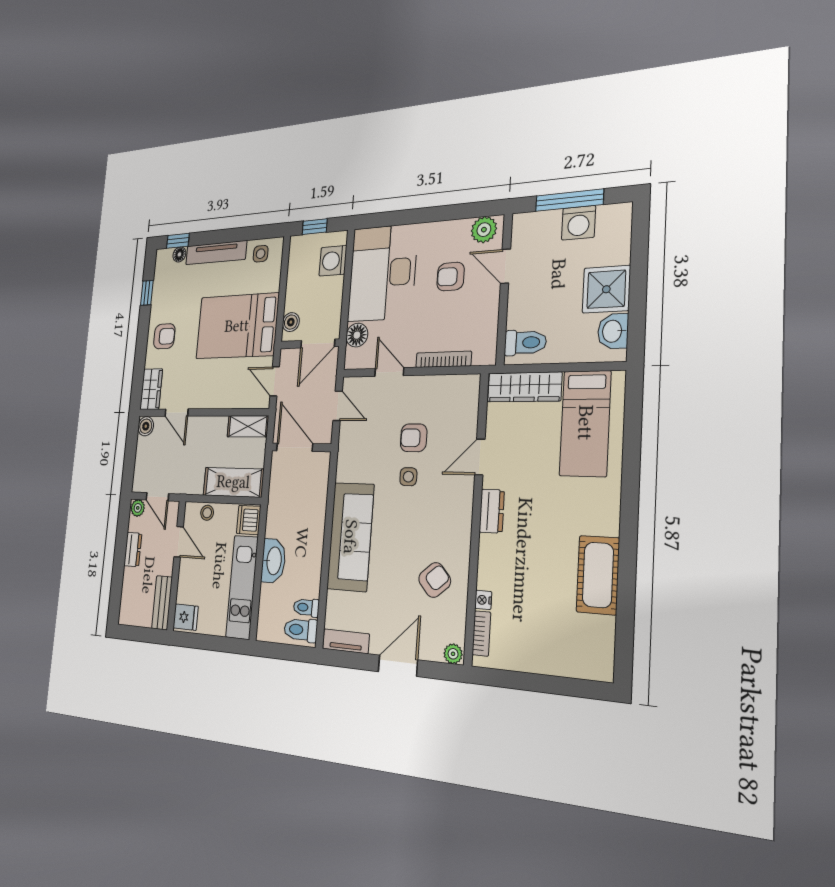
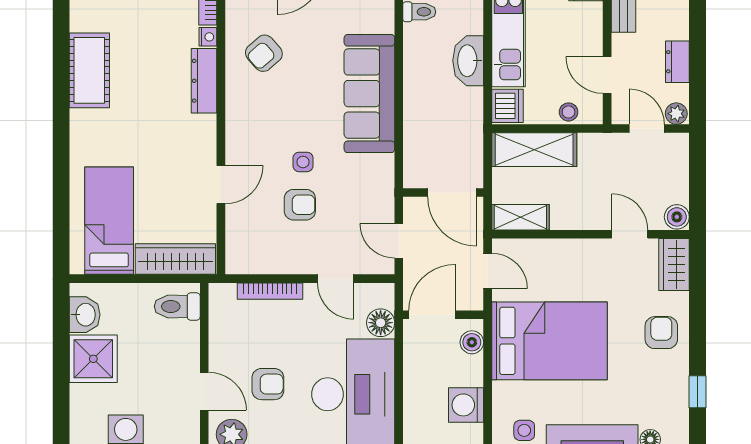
washing machine: (333, 261) -> (466, 405), moved, turned 180
armchair: (164, 336) -> (661, 333), turned 90
dresser: (492, 511) -> (204, 81), moved, width x1.44

